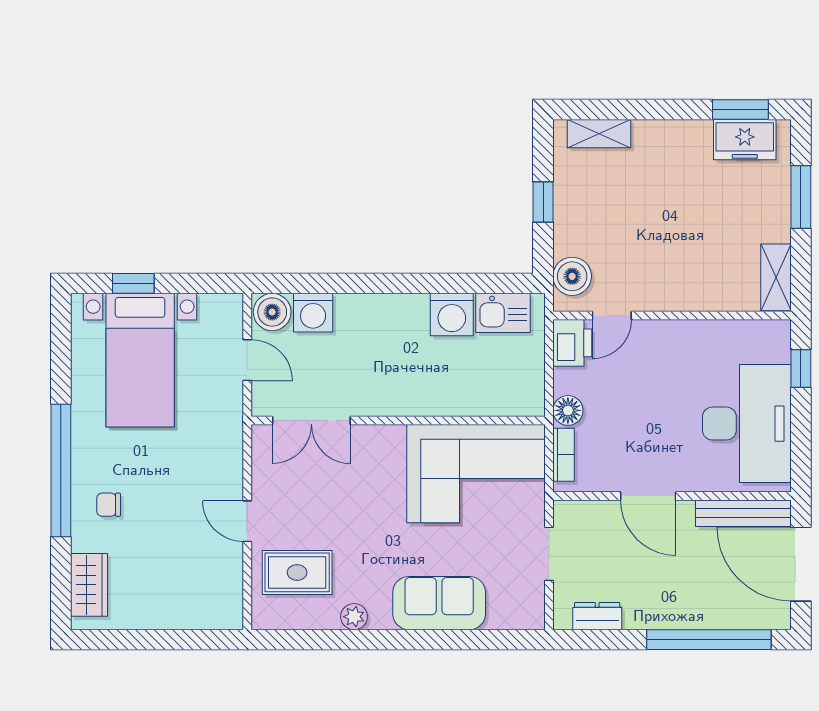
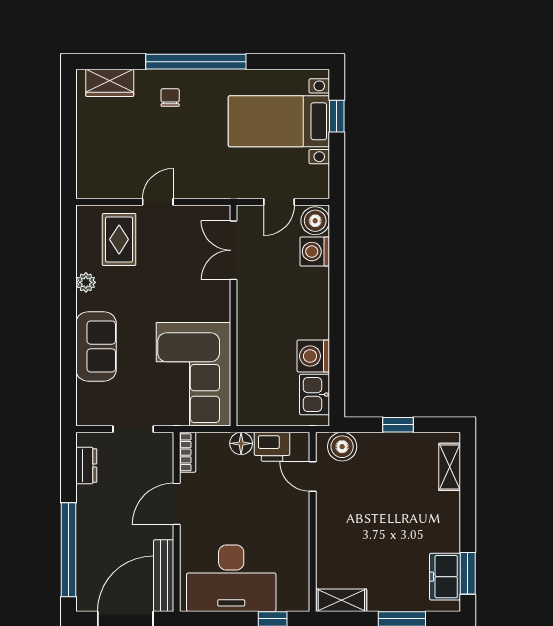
printer: (572, 343) -> (272, 447), moved
bookcase: (564, 455) -> (188, 452), moved, turned -90

